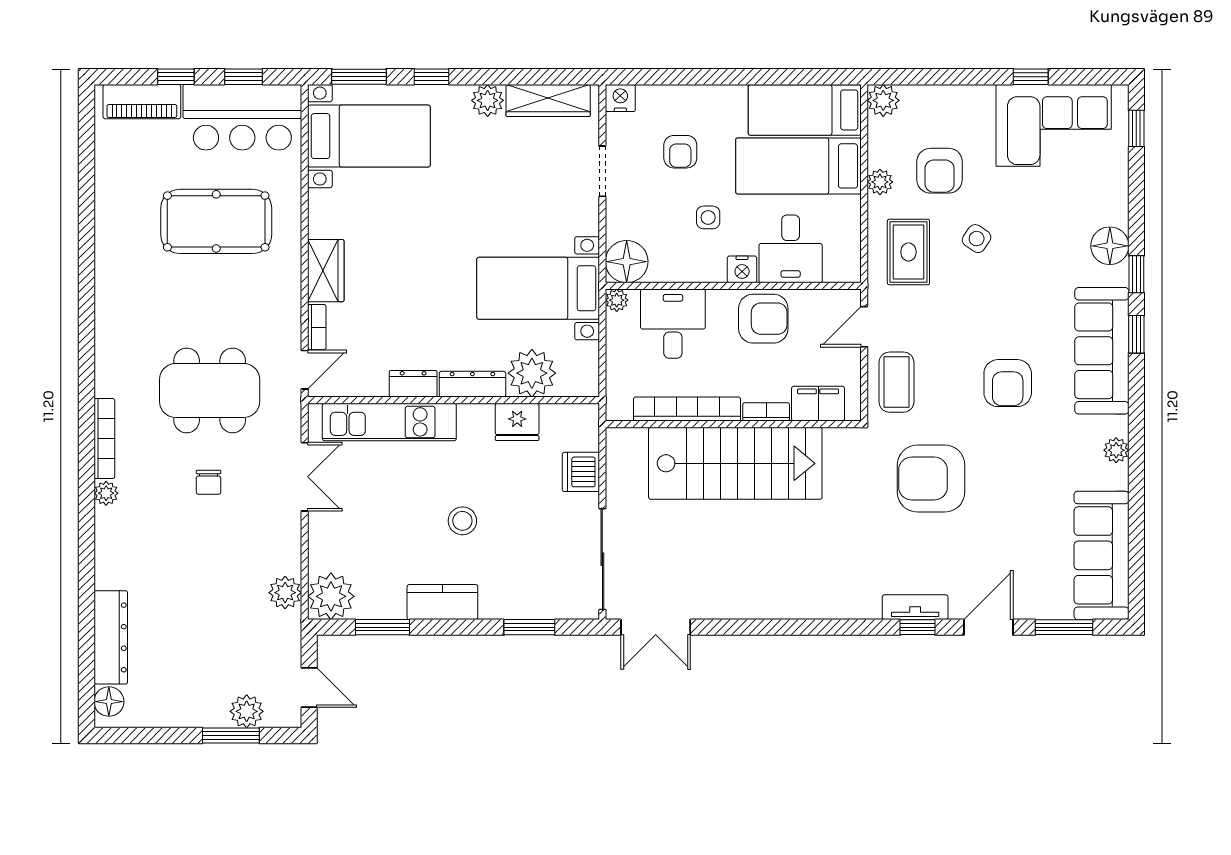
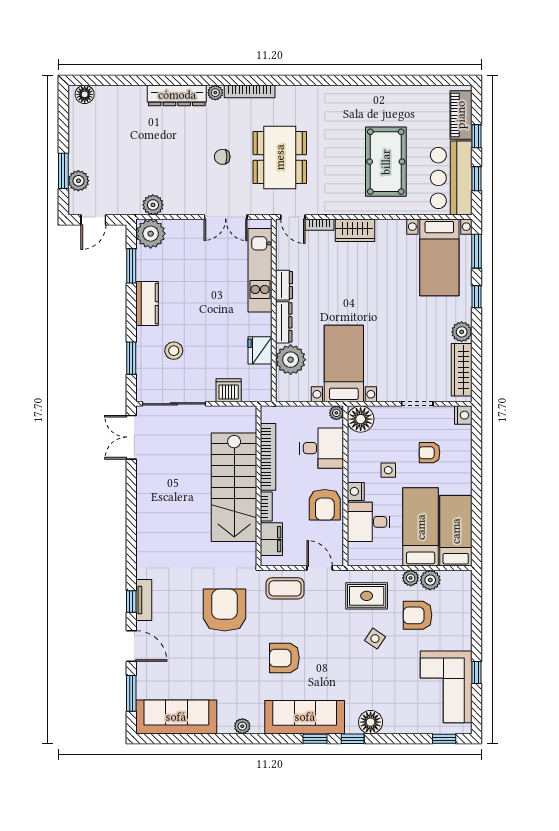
plant: (883, 100) -> (430, 580), moved
stool: (462, 521) -> (174, 351), moved
dresser: (111, 637) -> (177, 95), moved

